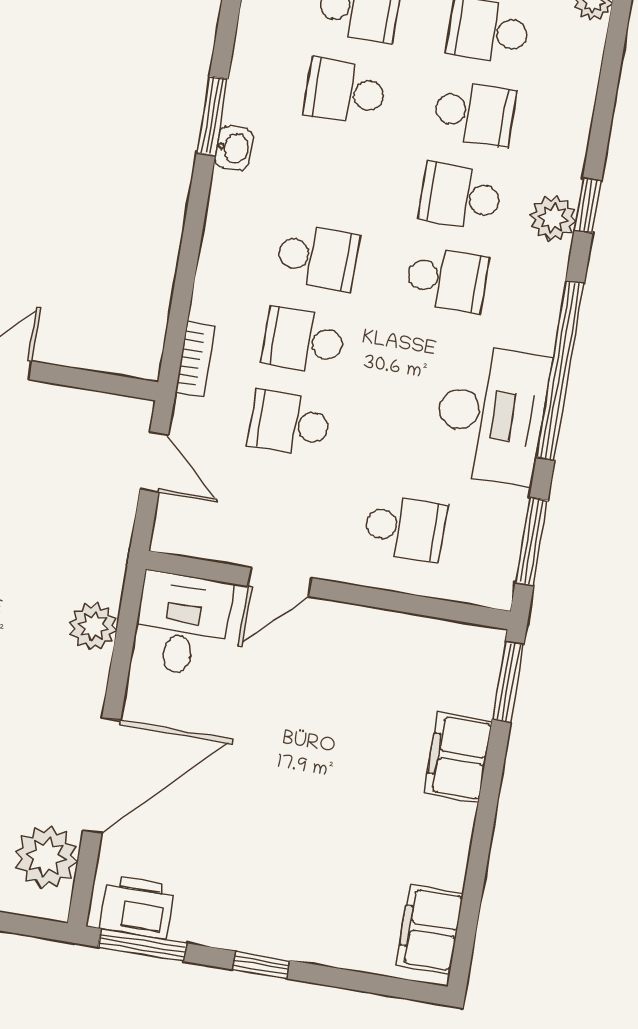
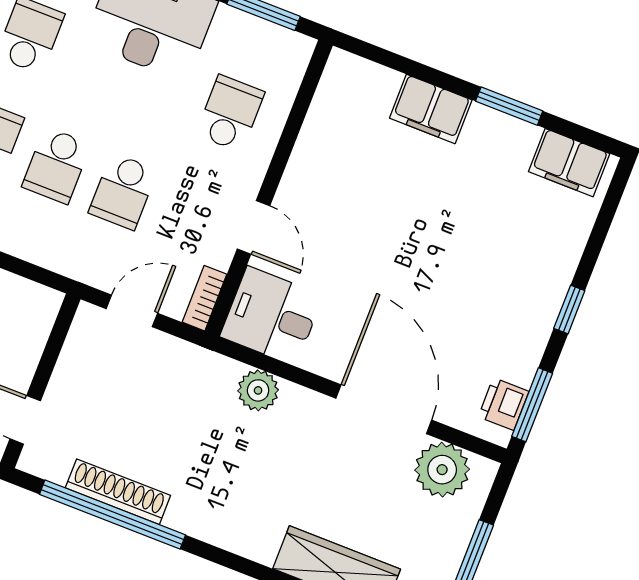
bookcase: (195, 359) -> (204, 298), moved, turned -90
window: (508, 682) -> (509, 106), moved
printer: (137, 907) -> (504, 404), width x0.73, depth x0.81

